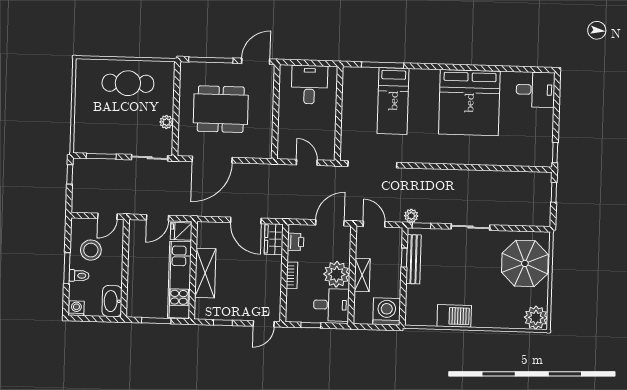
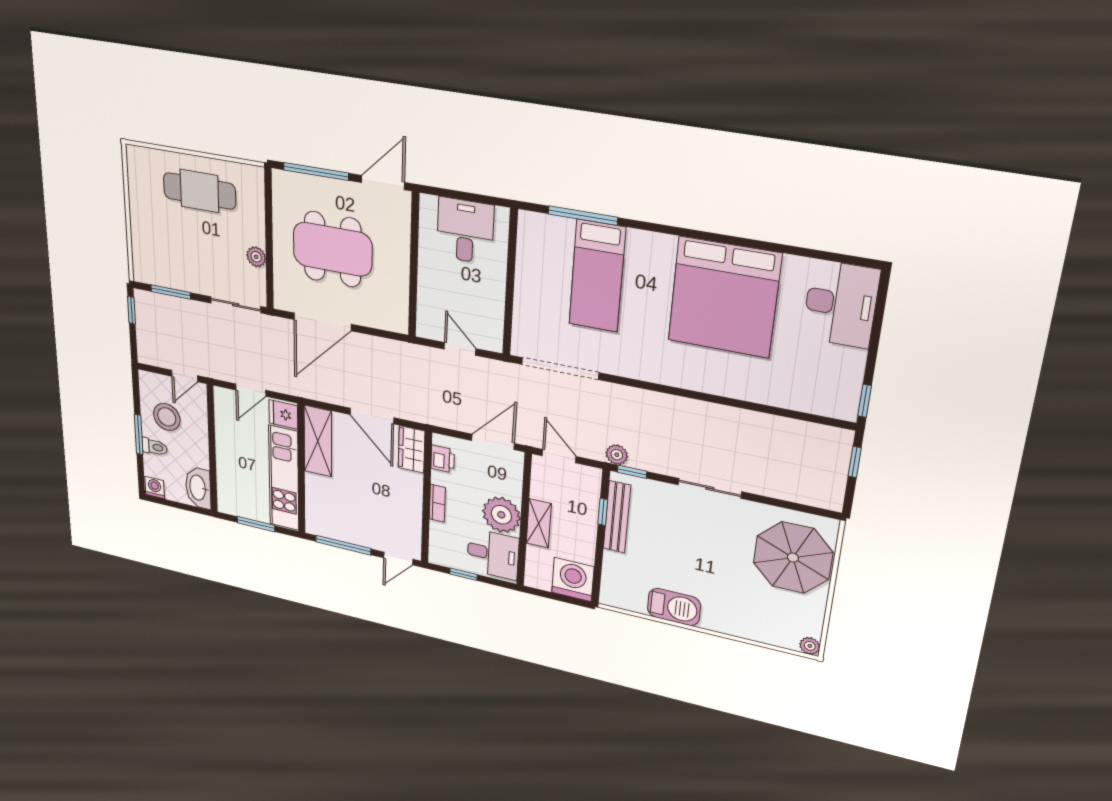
desk: (535, 90) -> (841, 304), width x1.37
shelving: (205, 273) -> (318, 441), moved
plant: (536, 318) -> (810, 646), width x0.53, depth x0.53
window: (223, 323) -> (343, 545), width x2.17

